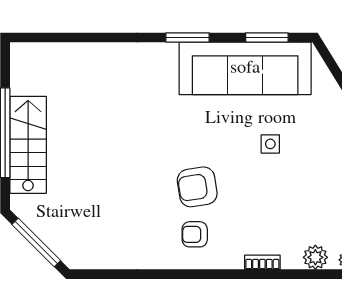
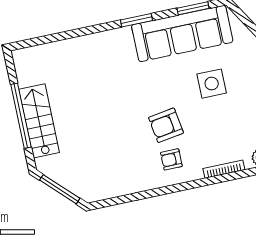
side table: (270, 144) -> (212, 84), width x1.87, depth x1.87
bookcase: (262, 262) -> (224, 169), width x1.56

